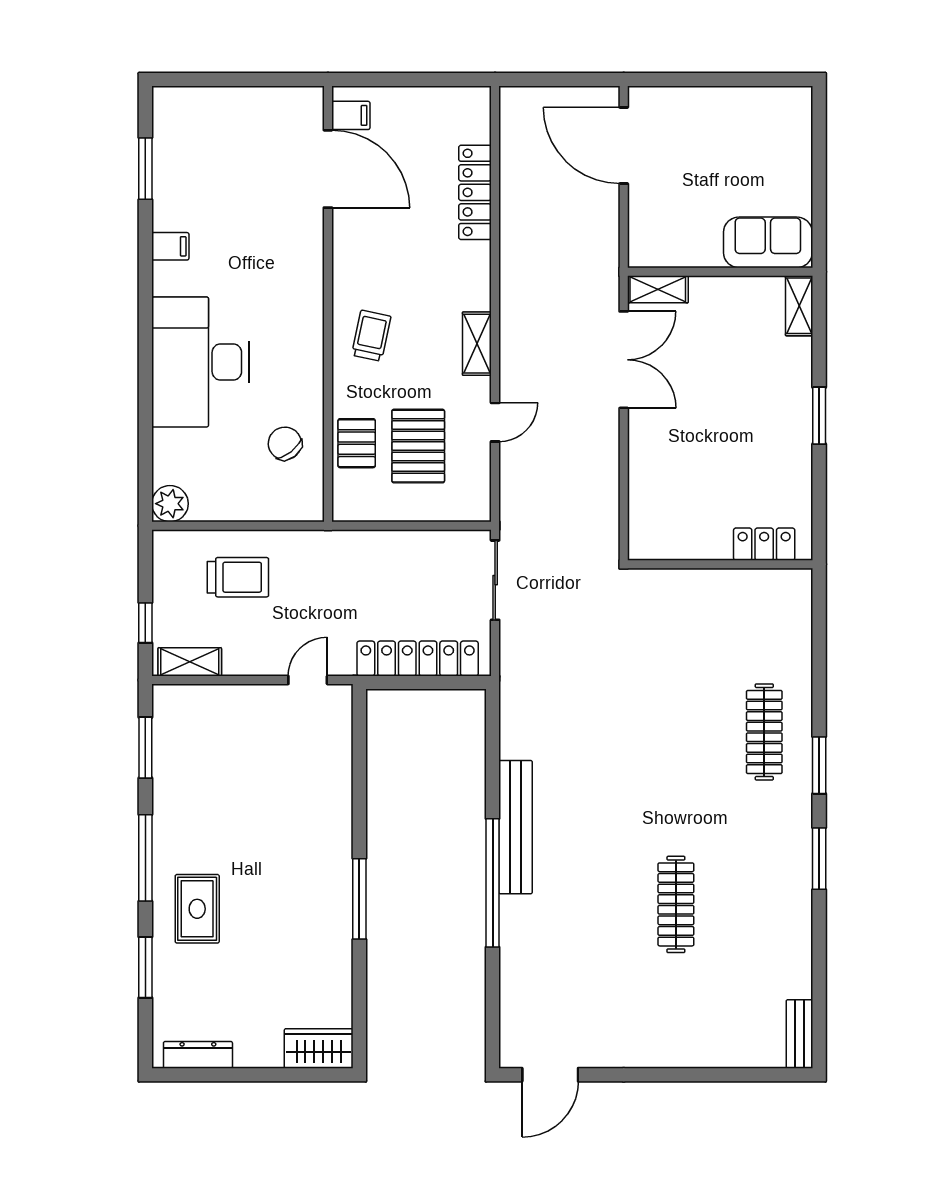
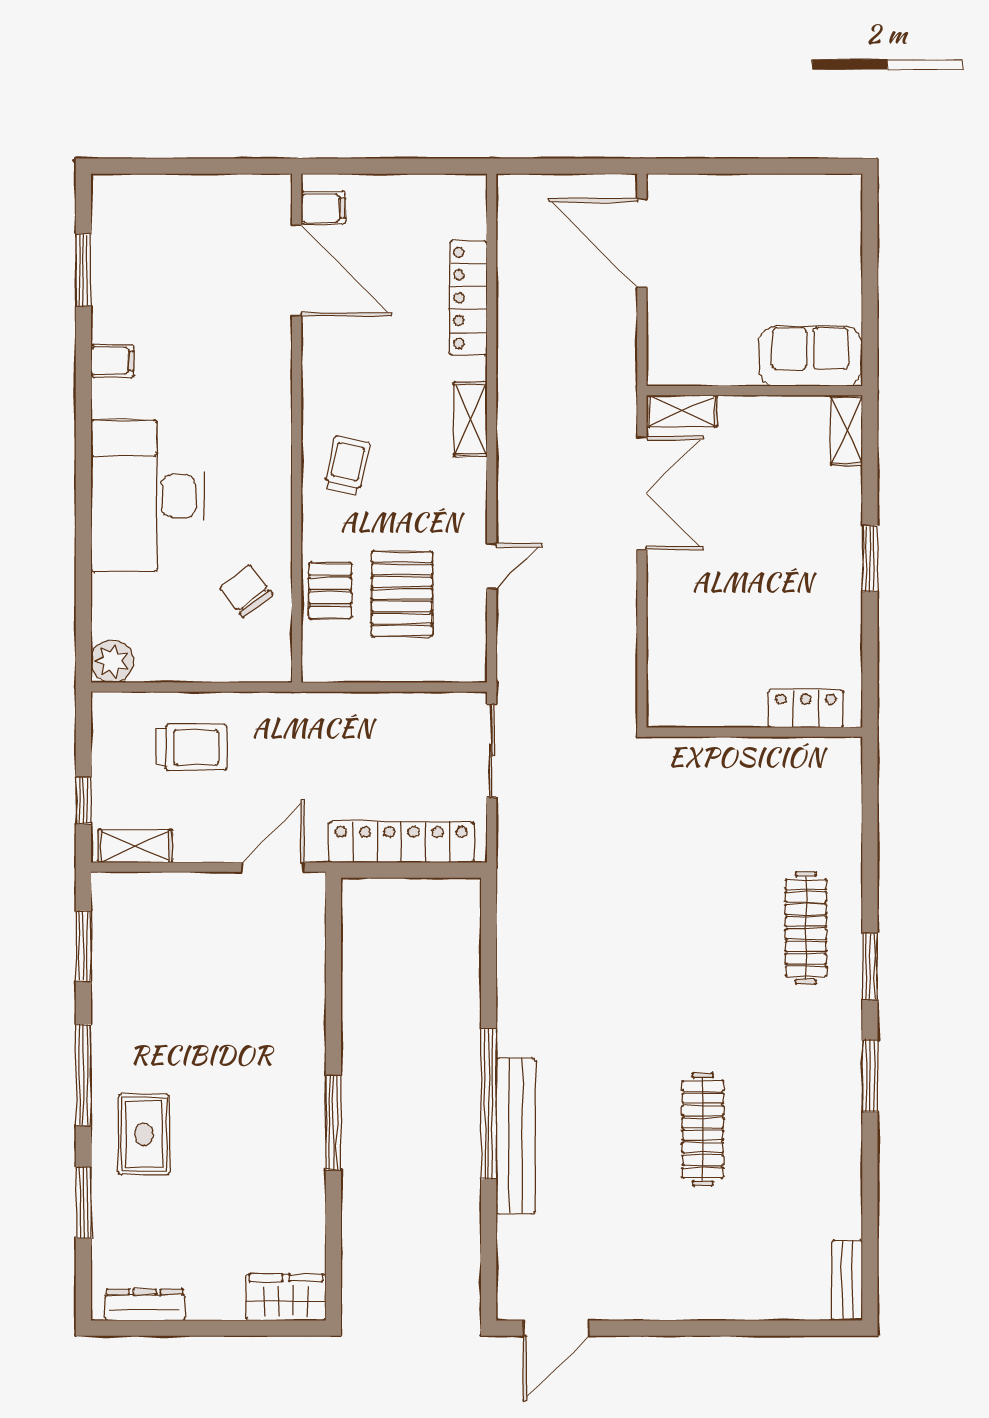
shelving: (477, 344) -> (470, 419), moved
door: (308, 680) -> (273, 867), width x1.37
bench: (516, 827) -> (516, 1136), moved

